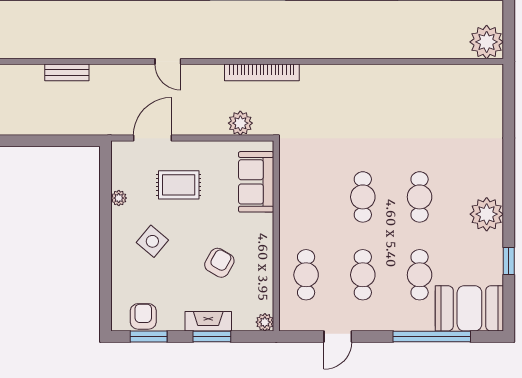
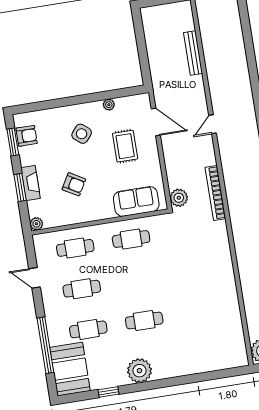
bench: (67, 72) -> (193, 53), width x1.36
plant: (240, 123) -> (179, 198), moved
cafe table: (363, 197) -> (131, 239), moved

